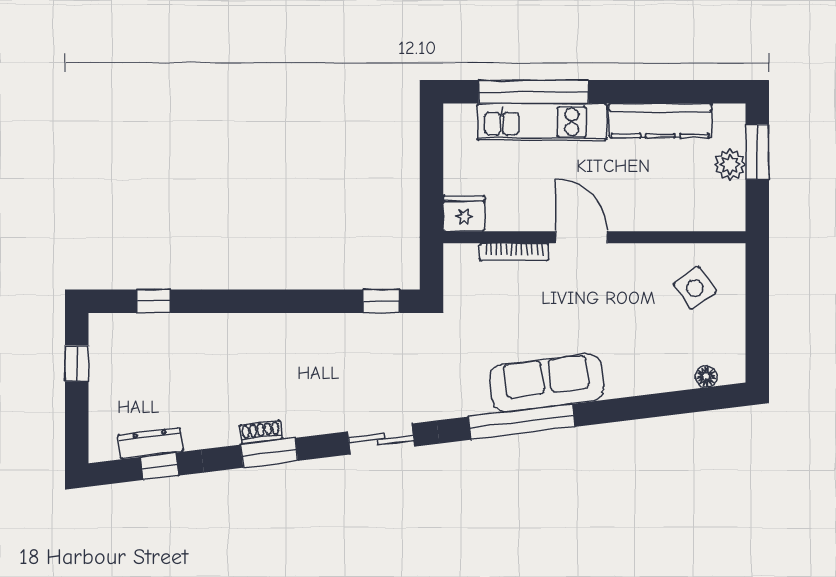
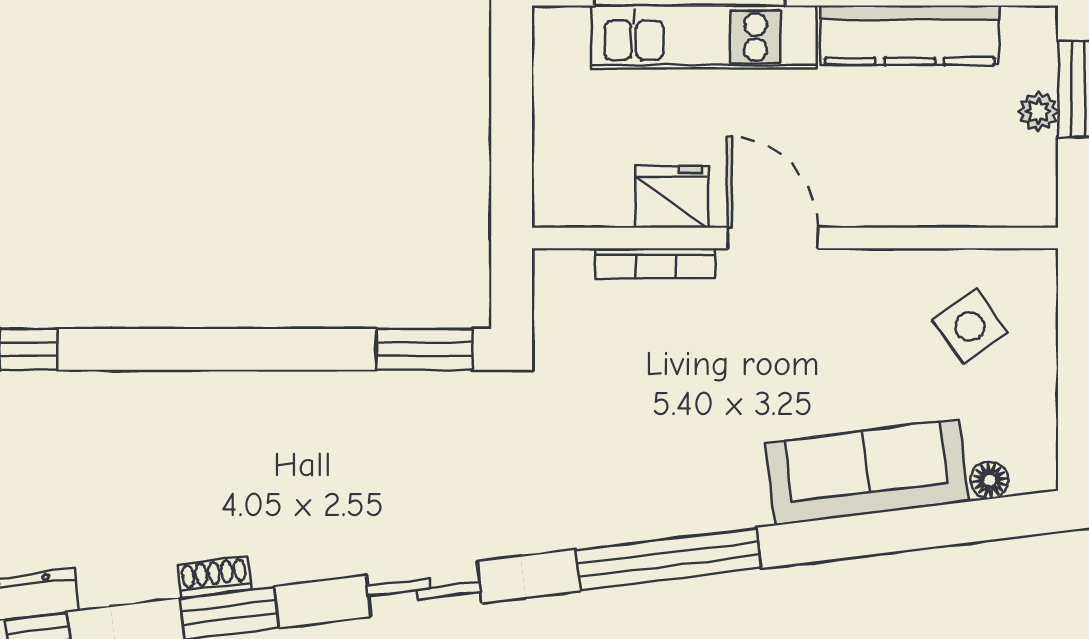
plant: (730, 165) -> (1038, 112), width x0.73, depth x0.73
fridge: (464, 214) -> (672, 197), moved
window: (381, 301) -> (425, 349), width x1.50
sofa: (547, 383) -> (867, 472), moved

